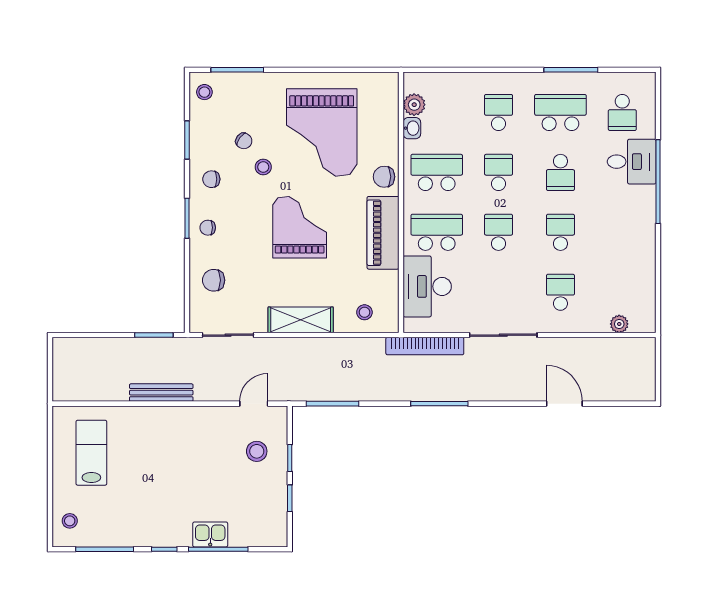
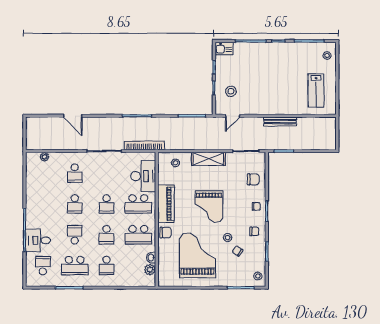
kitchen sink: (210, 534) -> (224, 49), moved

